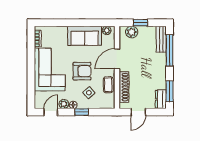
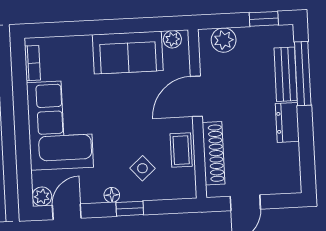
window: (140, 23) -> (264, 19), moved
bench: (161, 39) -> (286, 74), moved
armchair: (82, 71) -> (126, 125), removed
window: (170, 91) -> (307, 157), removed
dresser: (161, 99) -> (287, 122), moved
plant: (64, 104) -> (42, 196), moved

